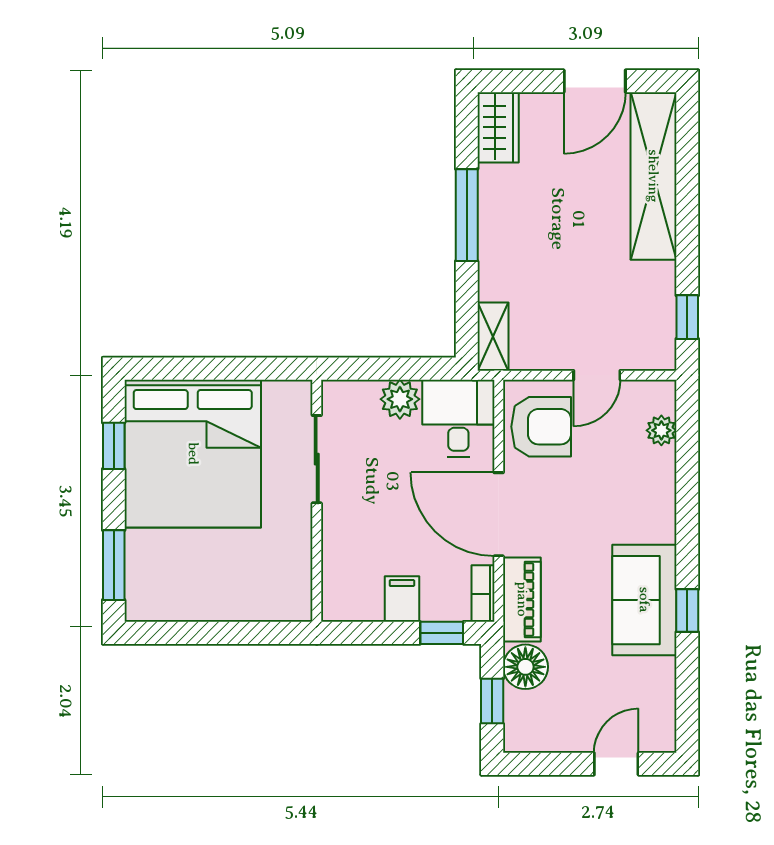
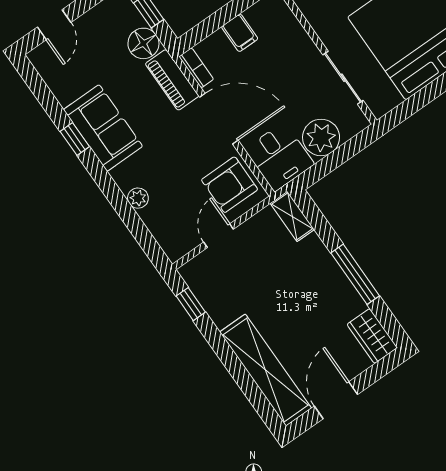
plant: (400, 399) -> (321, 137), width x1.36, depth x1.36
plant: (661, 430) -> (138, 198), moved
window: (442, 633) -> (204, 29), removed

